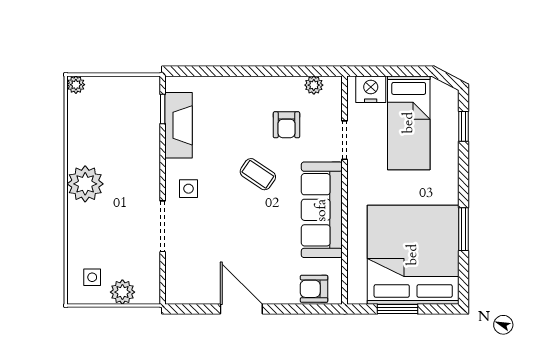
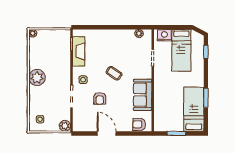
armchair: (286, 125) -> (100, 98), moved
sofa: (322, 210) -> (143, 95), width x0.73
bed: (413, 255) -> (194, 109), width x0.49
plant: (122, 292) -> (65, 126), moved

